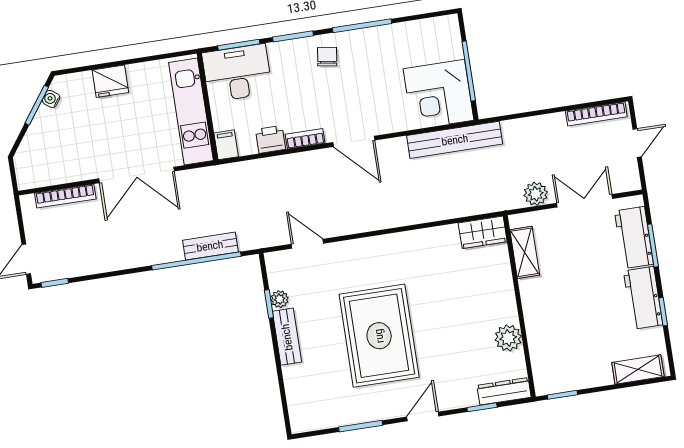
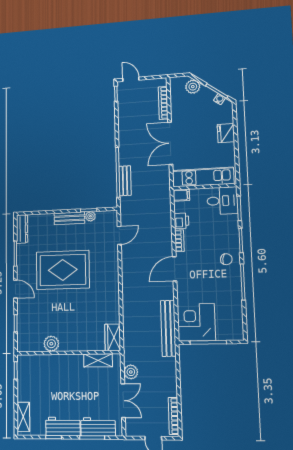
desk: (237, 73) -> (222, 201), width x0.73
plant: (32, 148) -> (193, 87), added
dresser: (504, 391) -> (22, 229), moved

